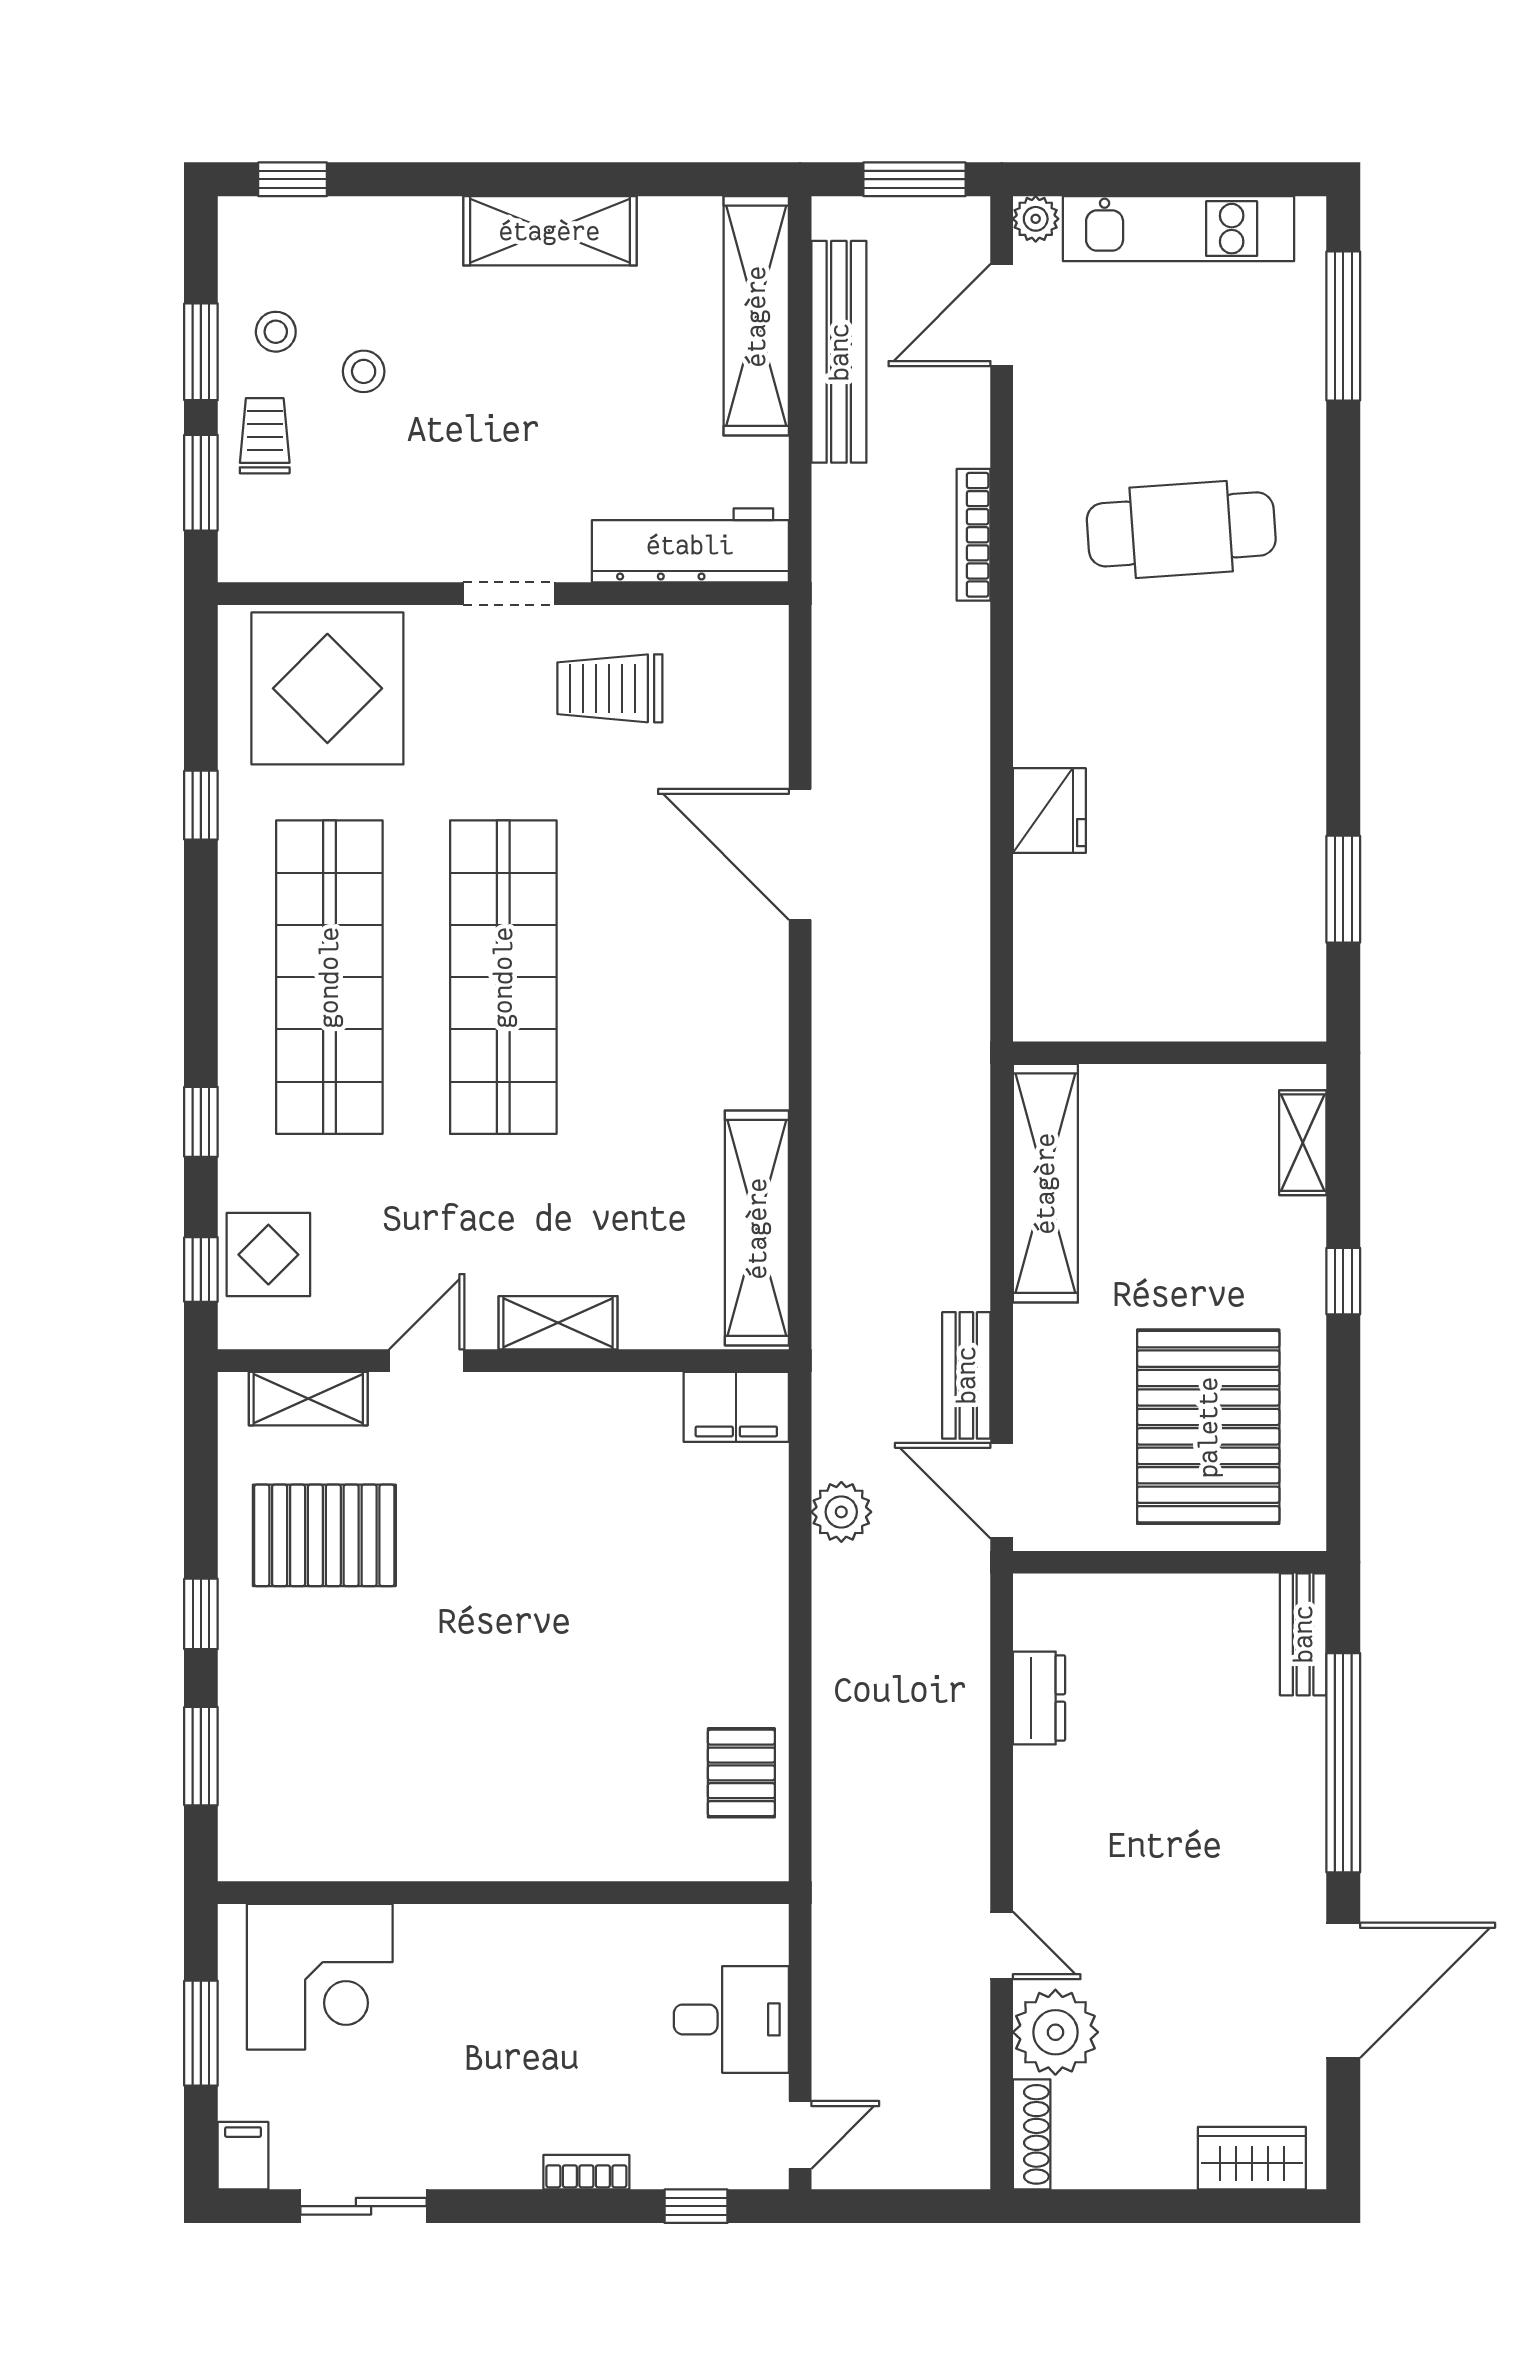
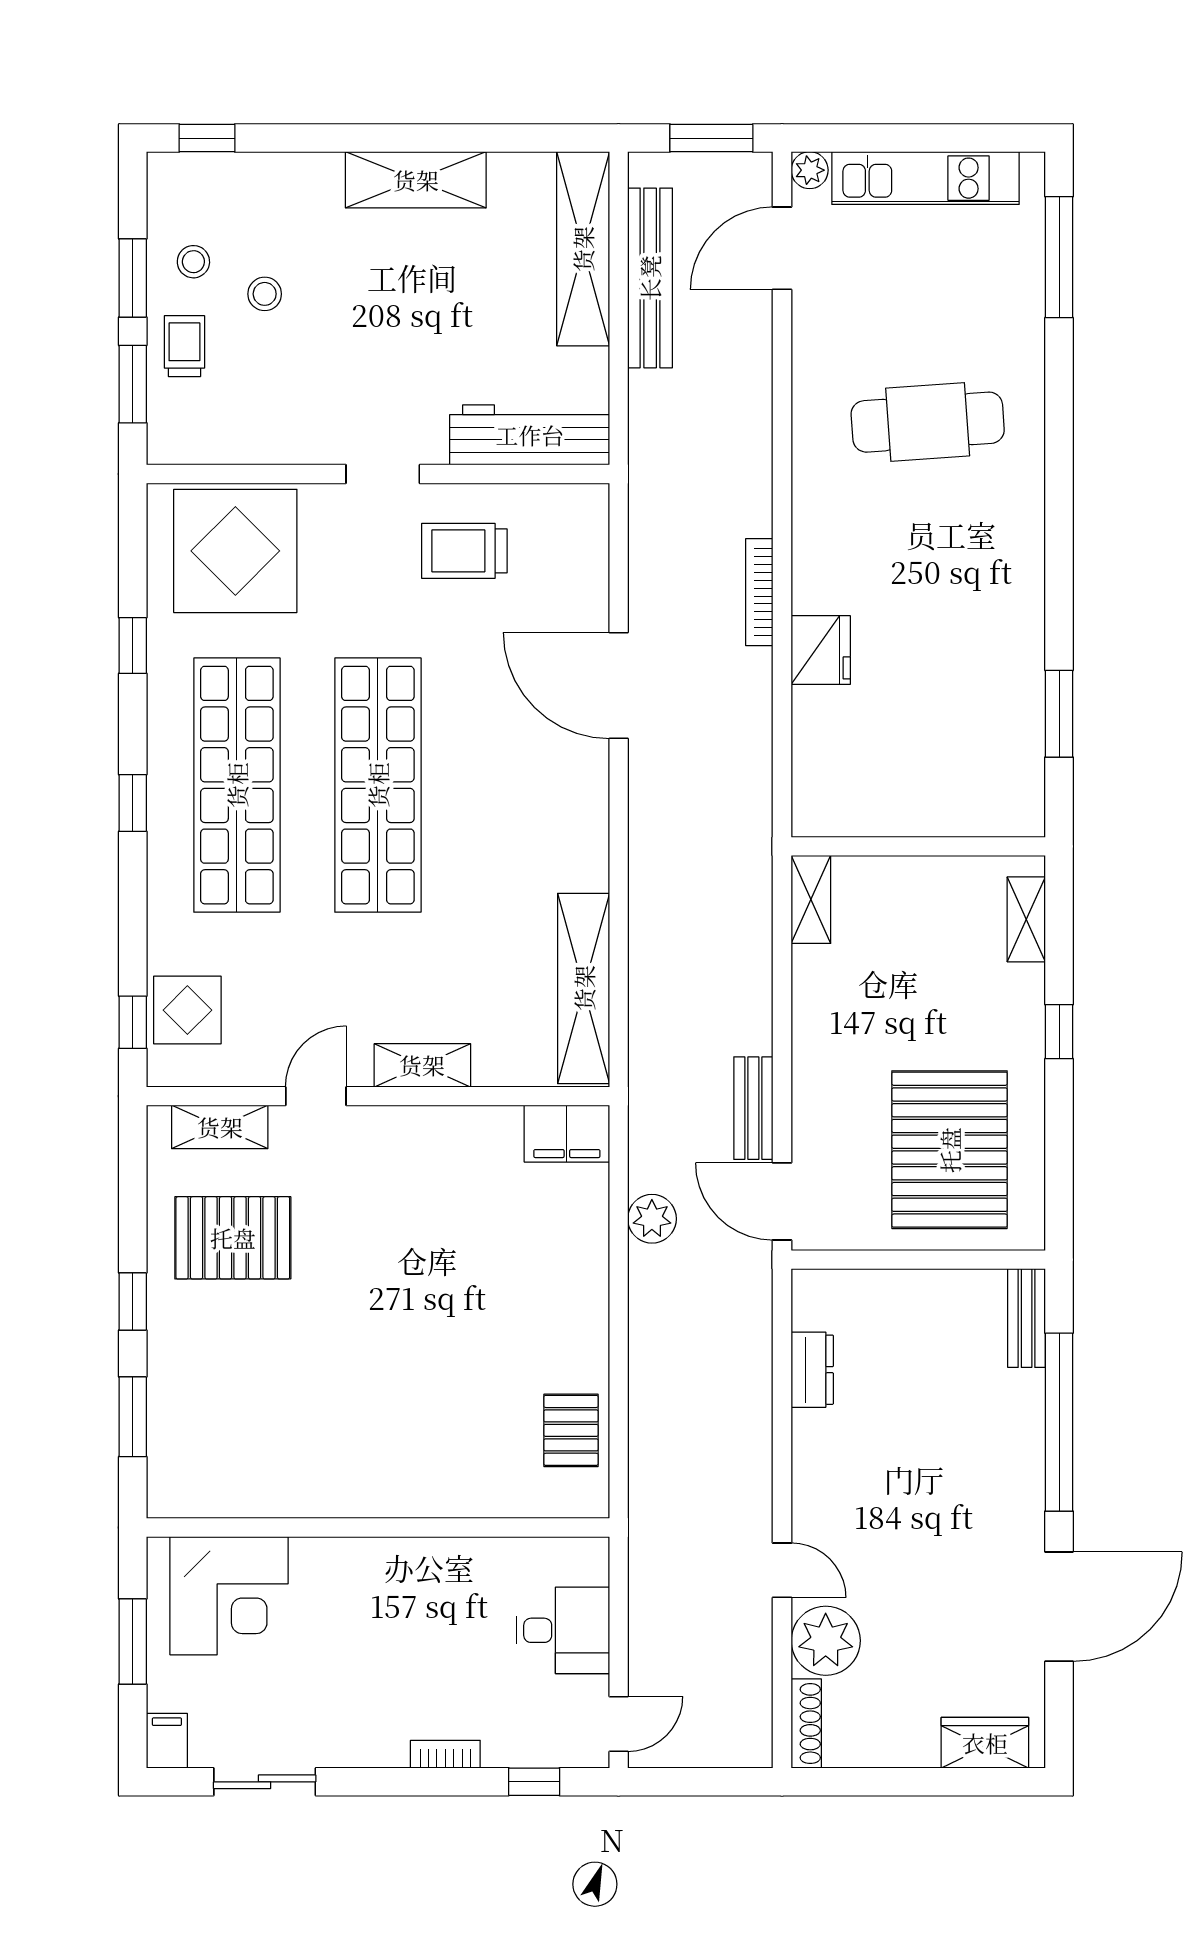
bookcase: (974, 535) -> (759, 592), moved
window: (201, 1122) -> (133, 803), moved
shelving: (1045, 1183) -> (811, 899), width x0.45, depth x0.75

